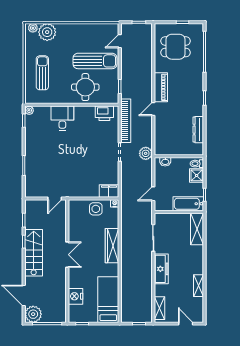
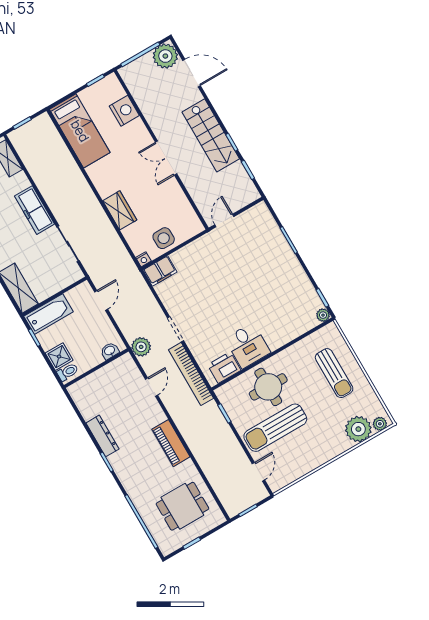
door: (153, 109) -> (151, 387), moved
desk: (62, 118) -> (248, 346), moved
dresser: (198, 130) -> (102, 436), moved
wardrobe: (112, 246) -> (120, 210), width x0.67

